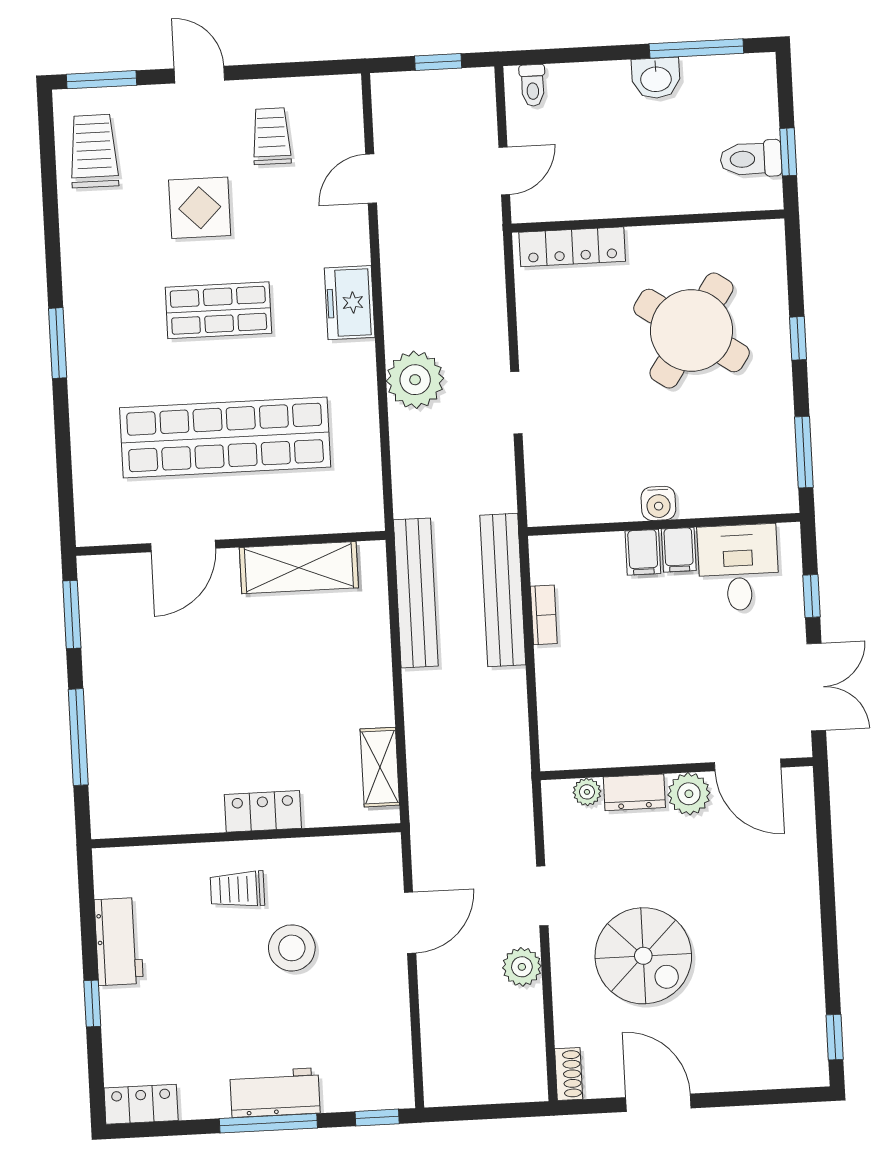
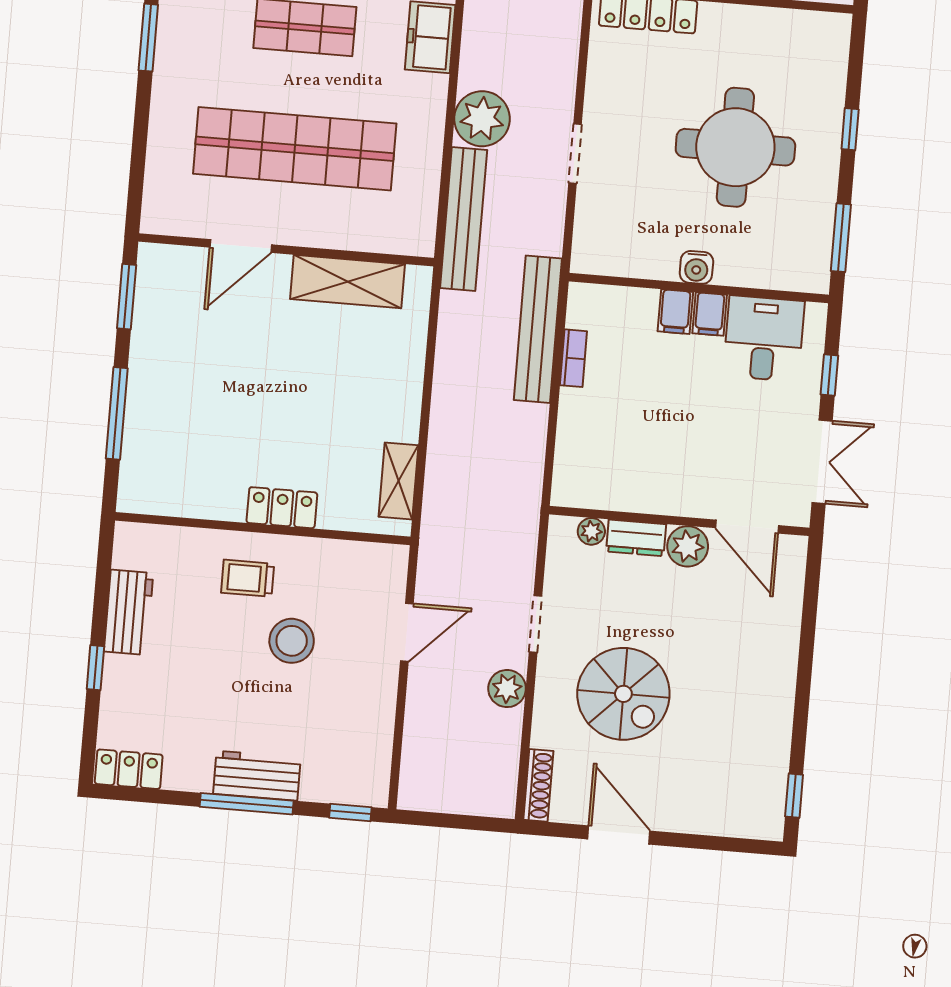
round table: (692, 330) -> (735, 147), moved, turned -34
bench: (416, 593) -> (464, 219), moved
shoe rack: (569, 1074) -> (538, 785), width x1.43

